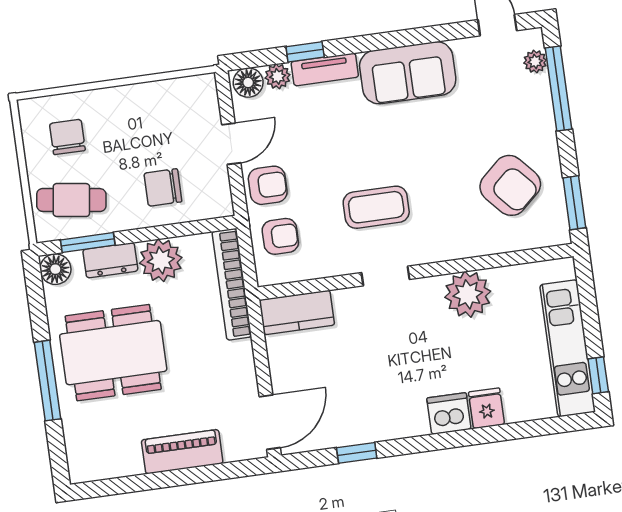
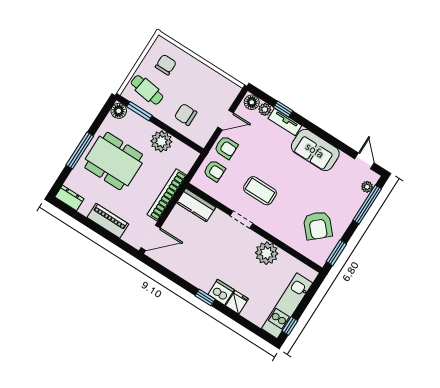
dresser: (110, 260) -> (69, 198), moved, turned 180
bookcase: (232, 284) -> (167, 195), moved
window: (357, 453) -> (205, 297), moved

